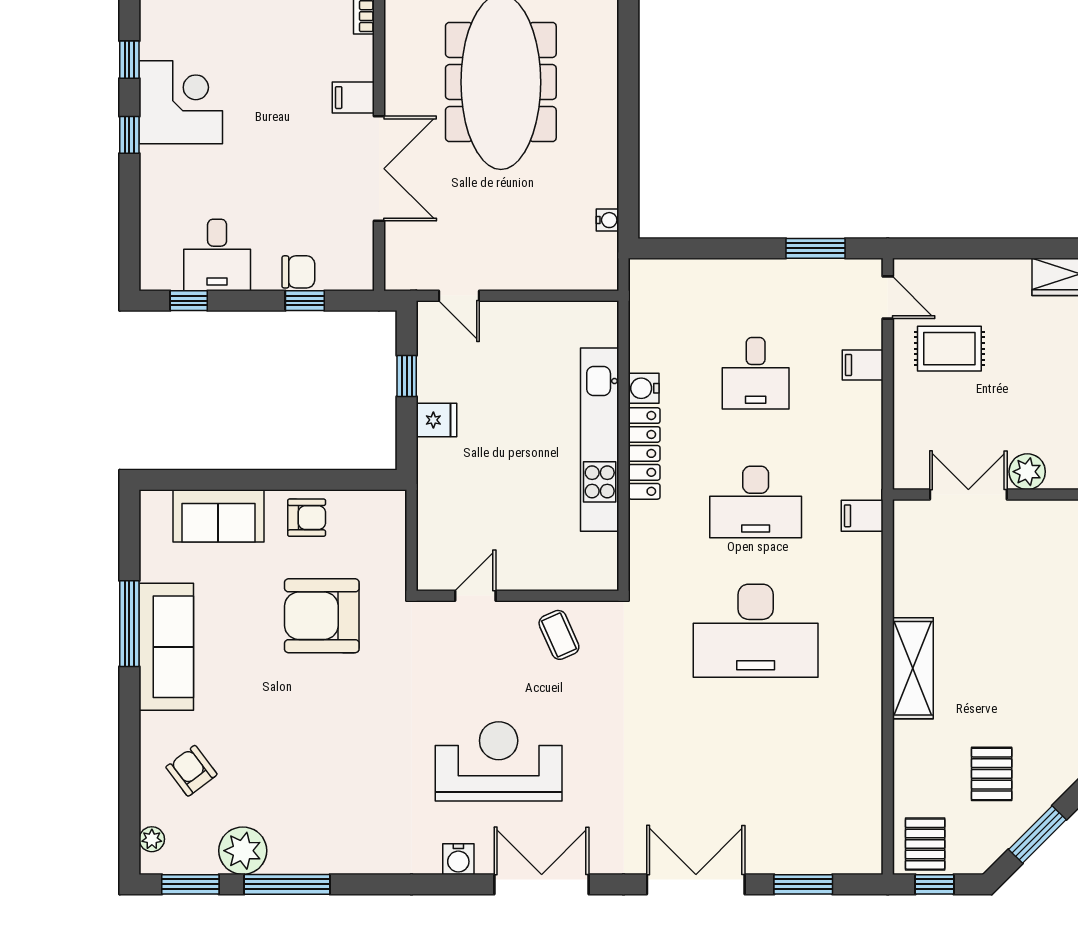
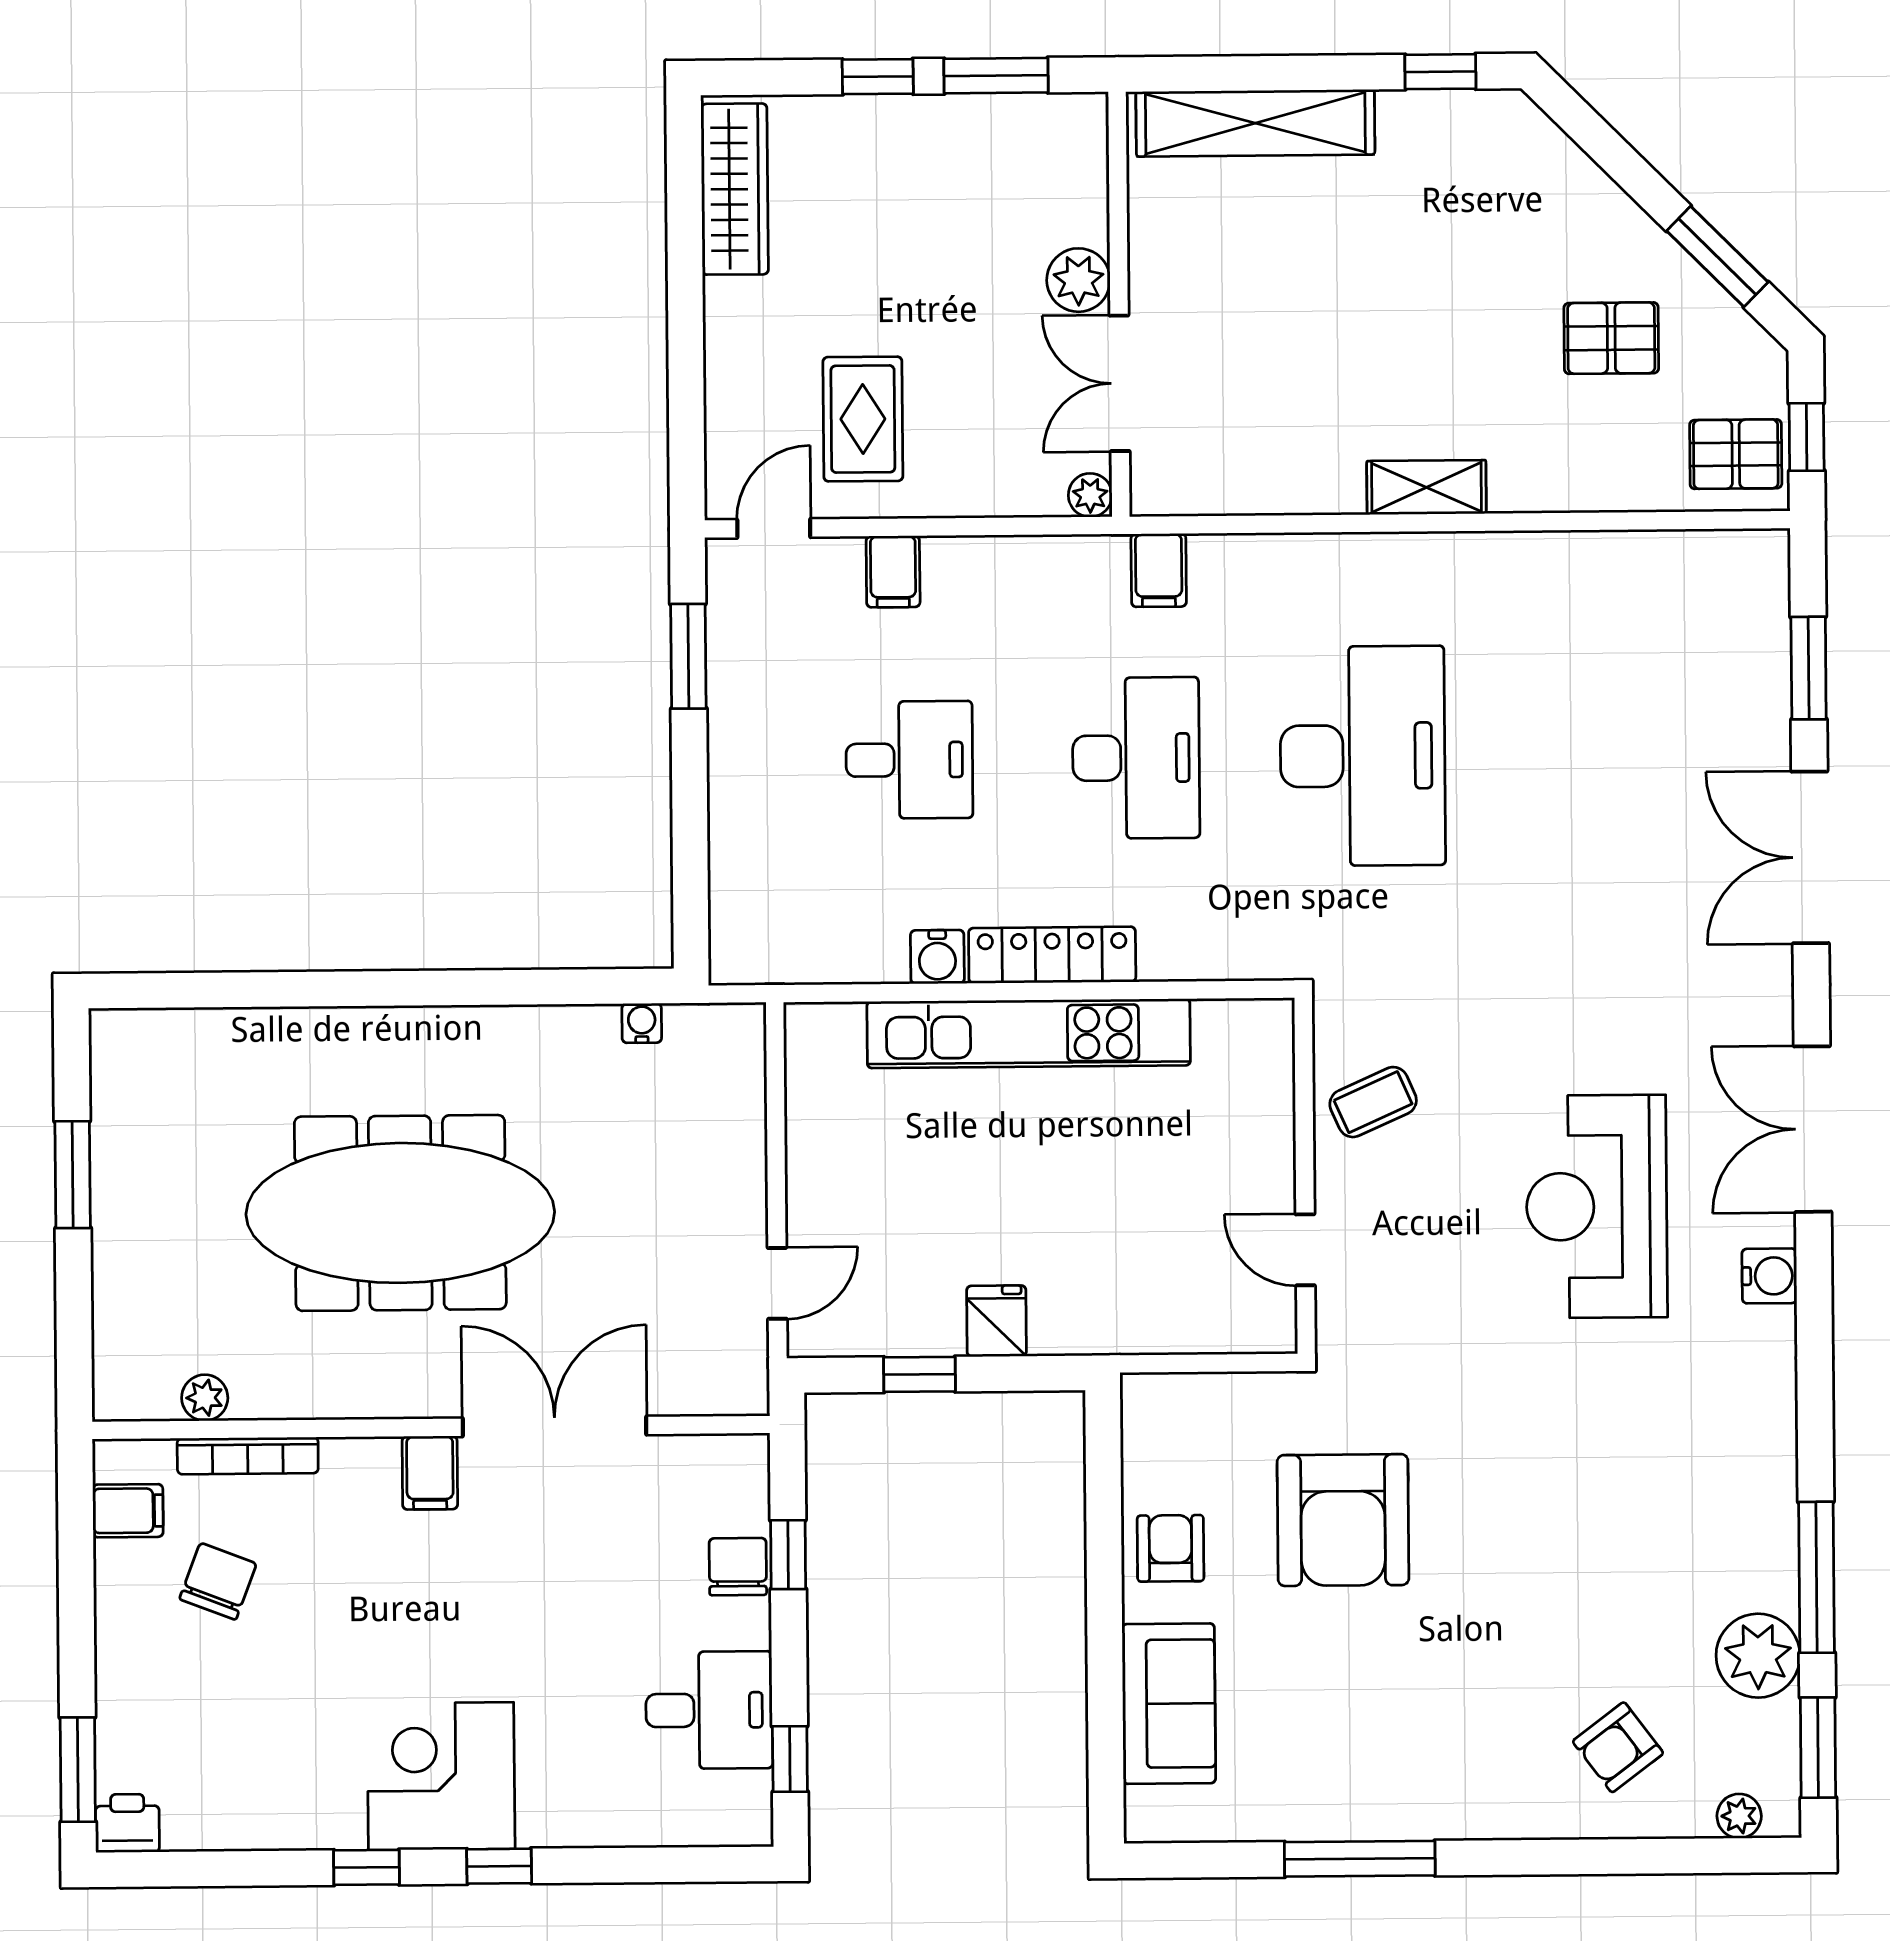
plant: (905, 477) -> (1090, 495), added
sofa: (166, 647) -> (1400, 1793), removed
shelving: (913, 668) -> (1426, 487), width x0.67, depth x0.75

